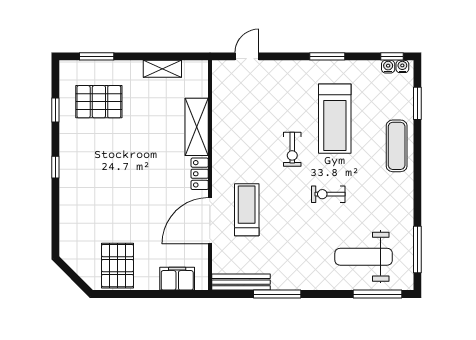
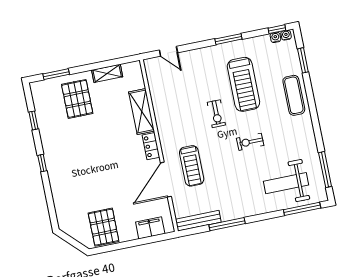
door: (247, 56) -> (168, 51), swing flipped
pallet: (99, 102) -> (77, 99), moved, turned 90
treadmill: (247, 210) -> (192, 166), turned 180

